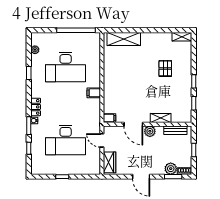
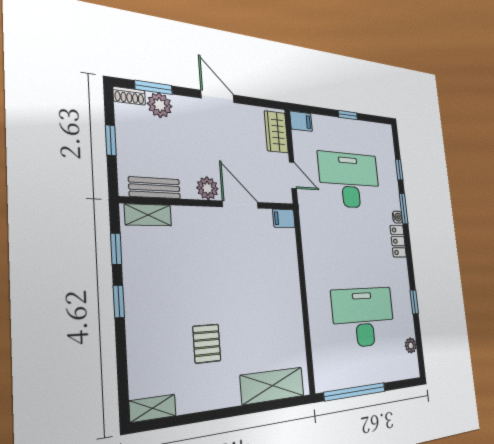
pallet: (165, 68) -> (207, 344), moved
filing cabinet: (94, 93) -> (301, 121), moved
shelving: (161, 118) -> (148, 215), moved

